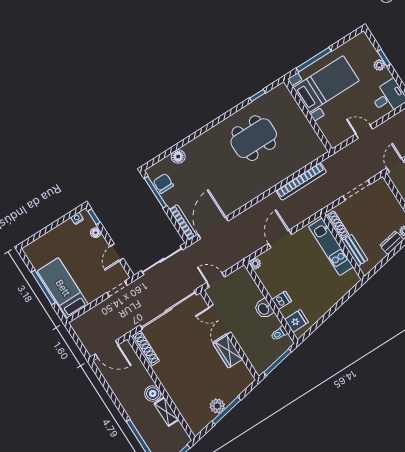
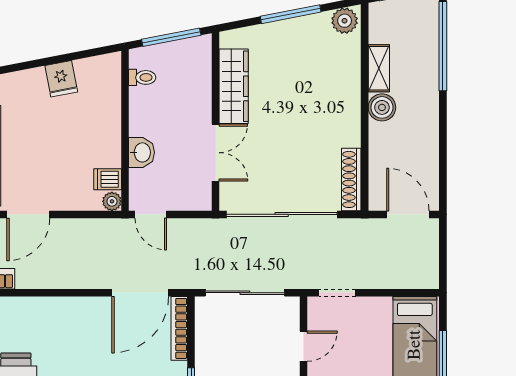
door: (280, 239) -> (28, 214), moved
door: (216, 280) -> (151, 214), moved
dishwasher: (282, 300) -> (108, 179), moved
washbasin: (264, 309) -> (142, 152), moved
fridge: (297, 321) -> (61, 79), moved, turned -101
wardrobe: (228, 352) -> (234, 86), width x1.50
plant: (217, 406) -> (345, 21), moved

